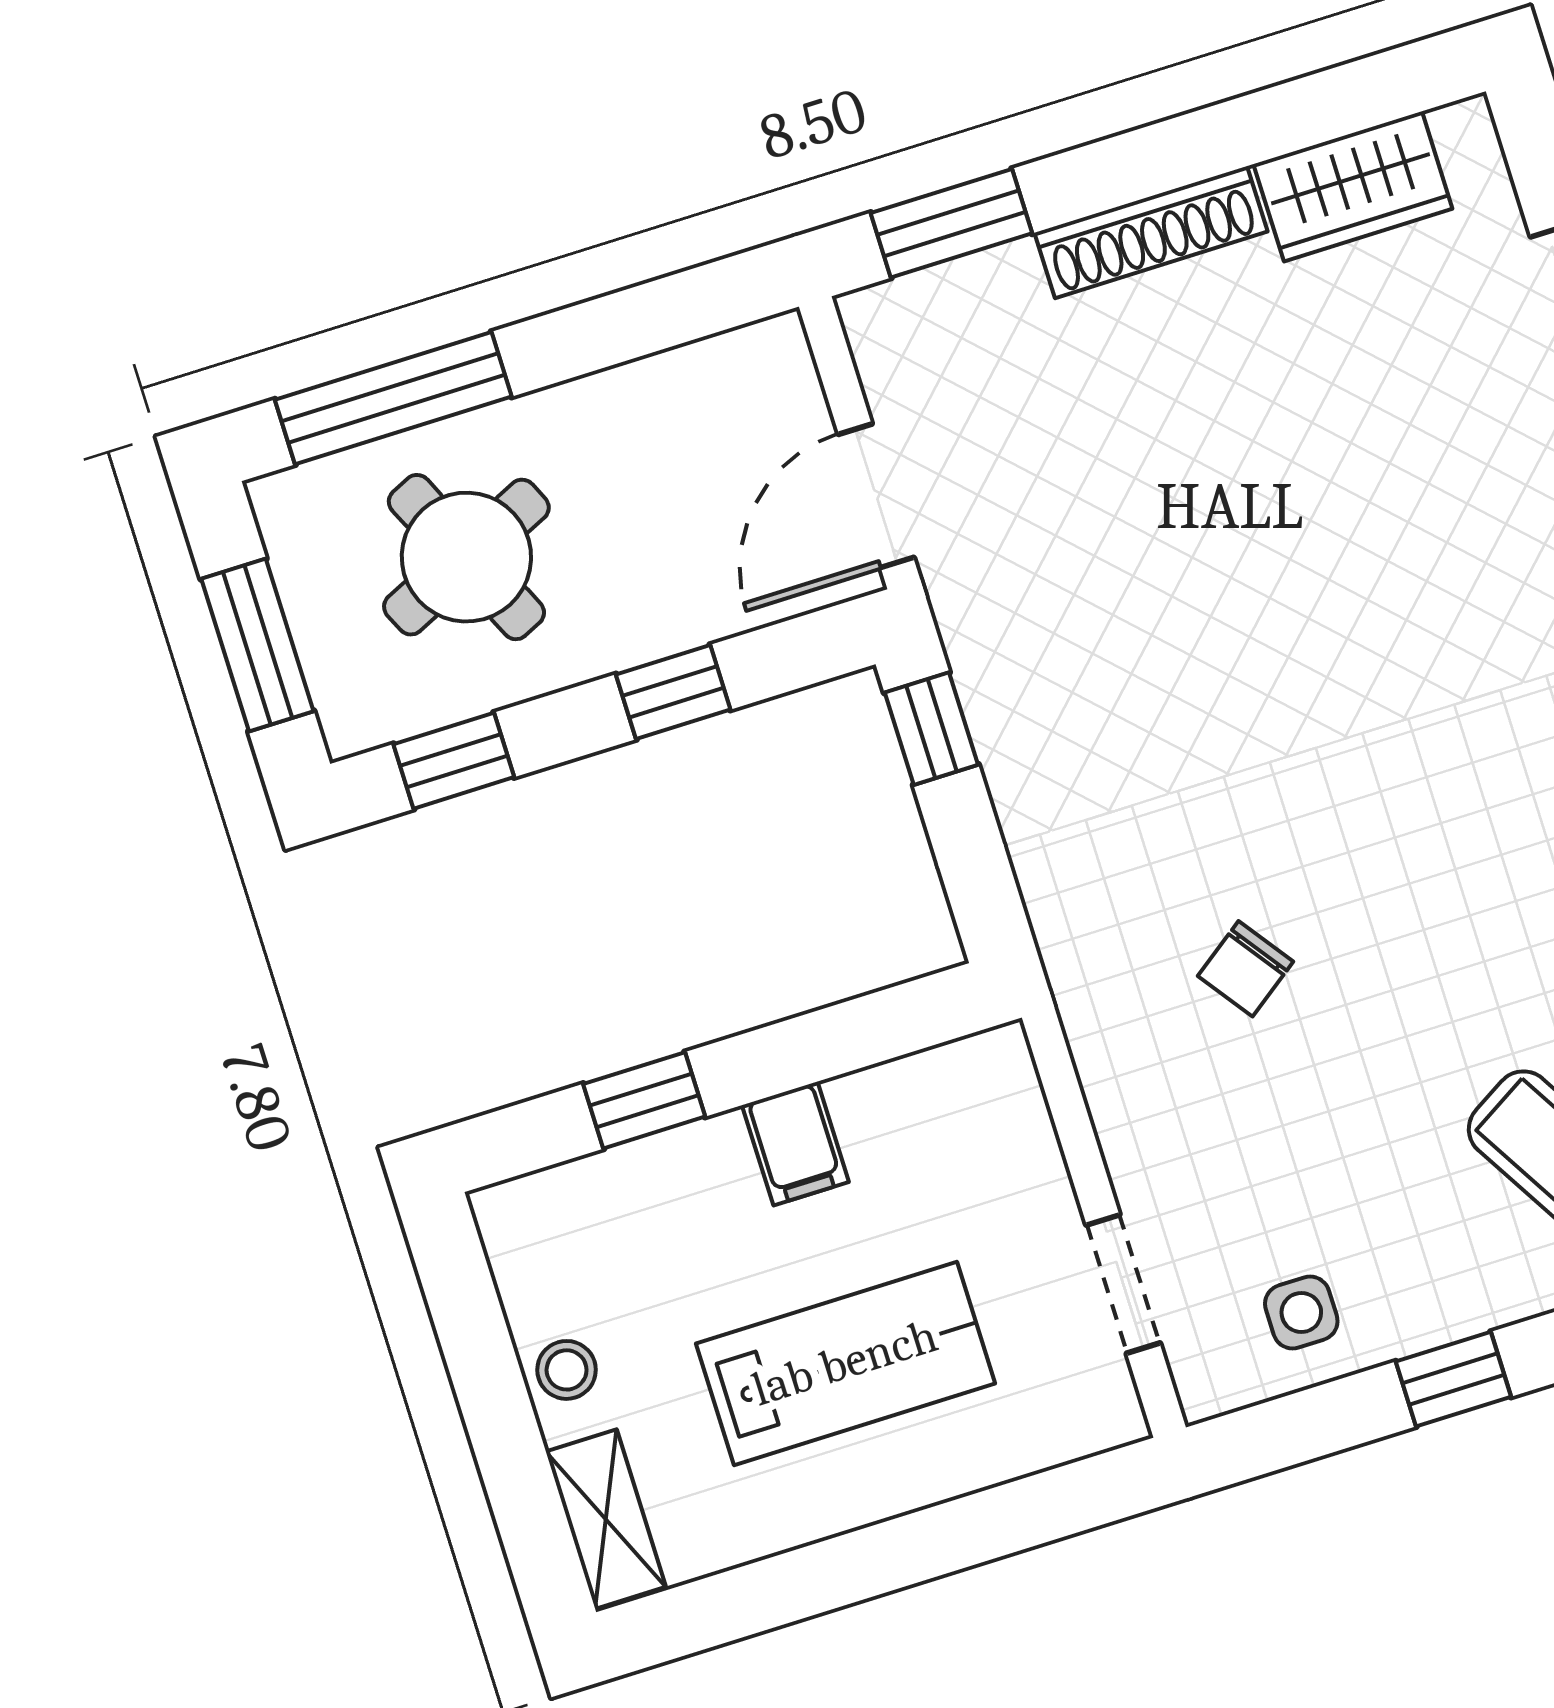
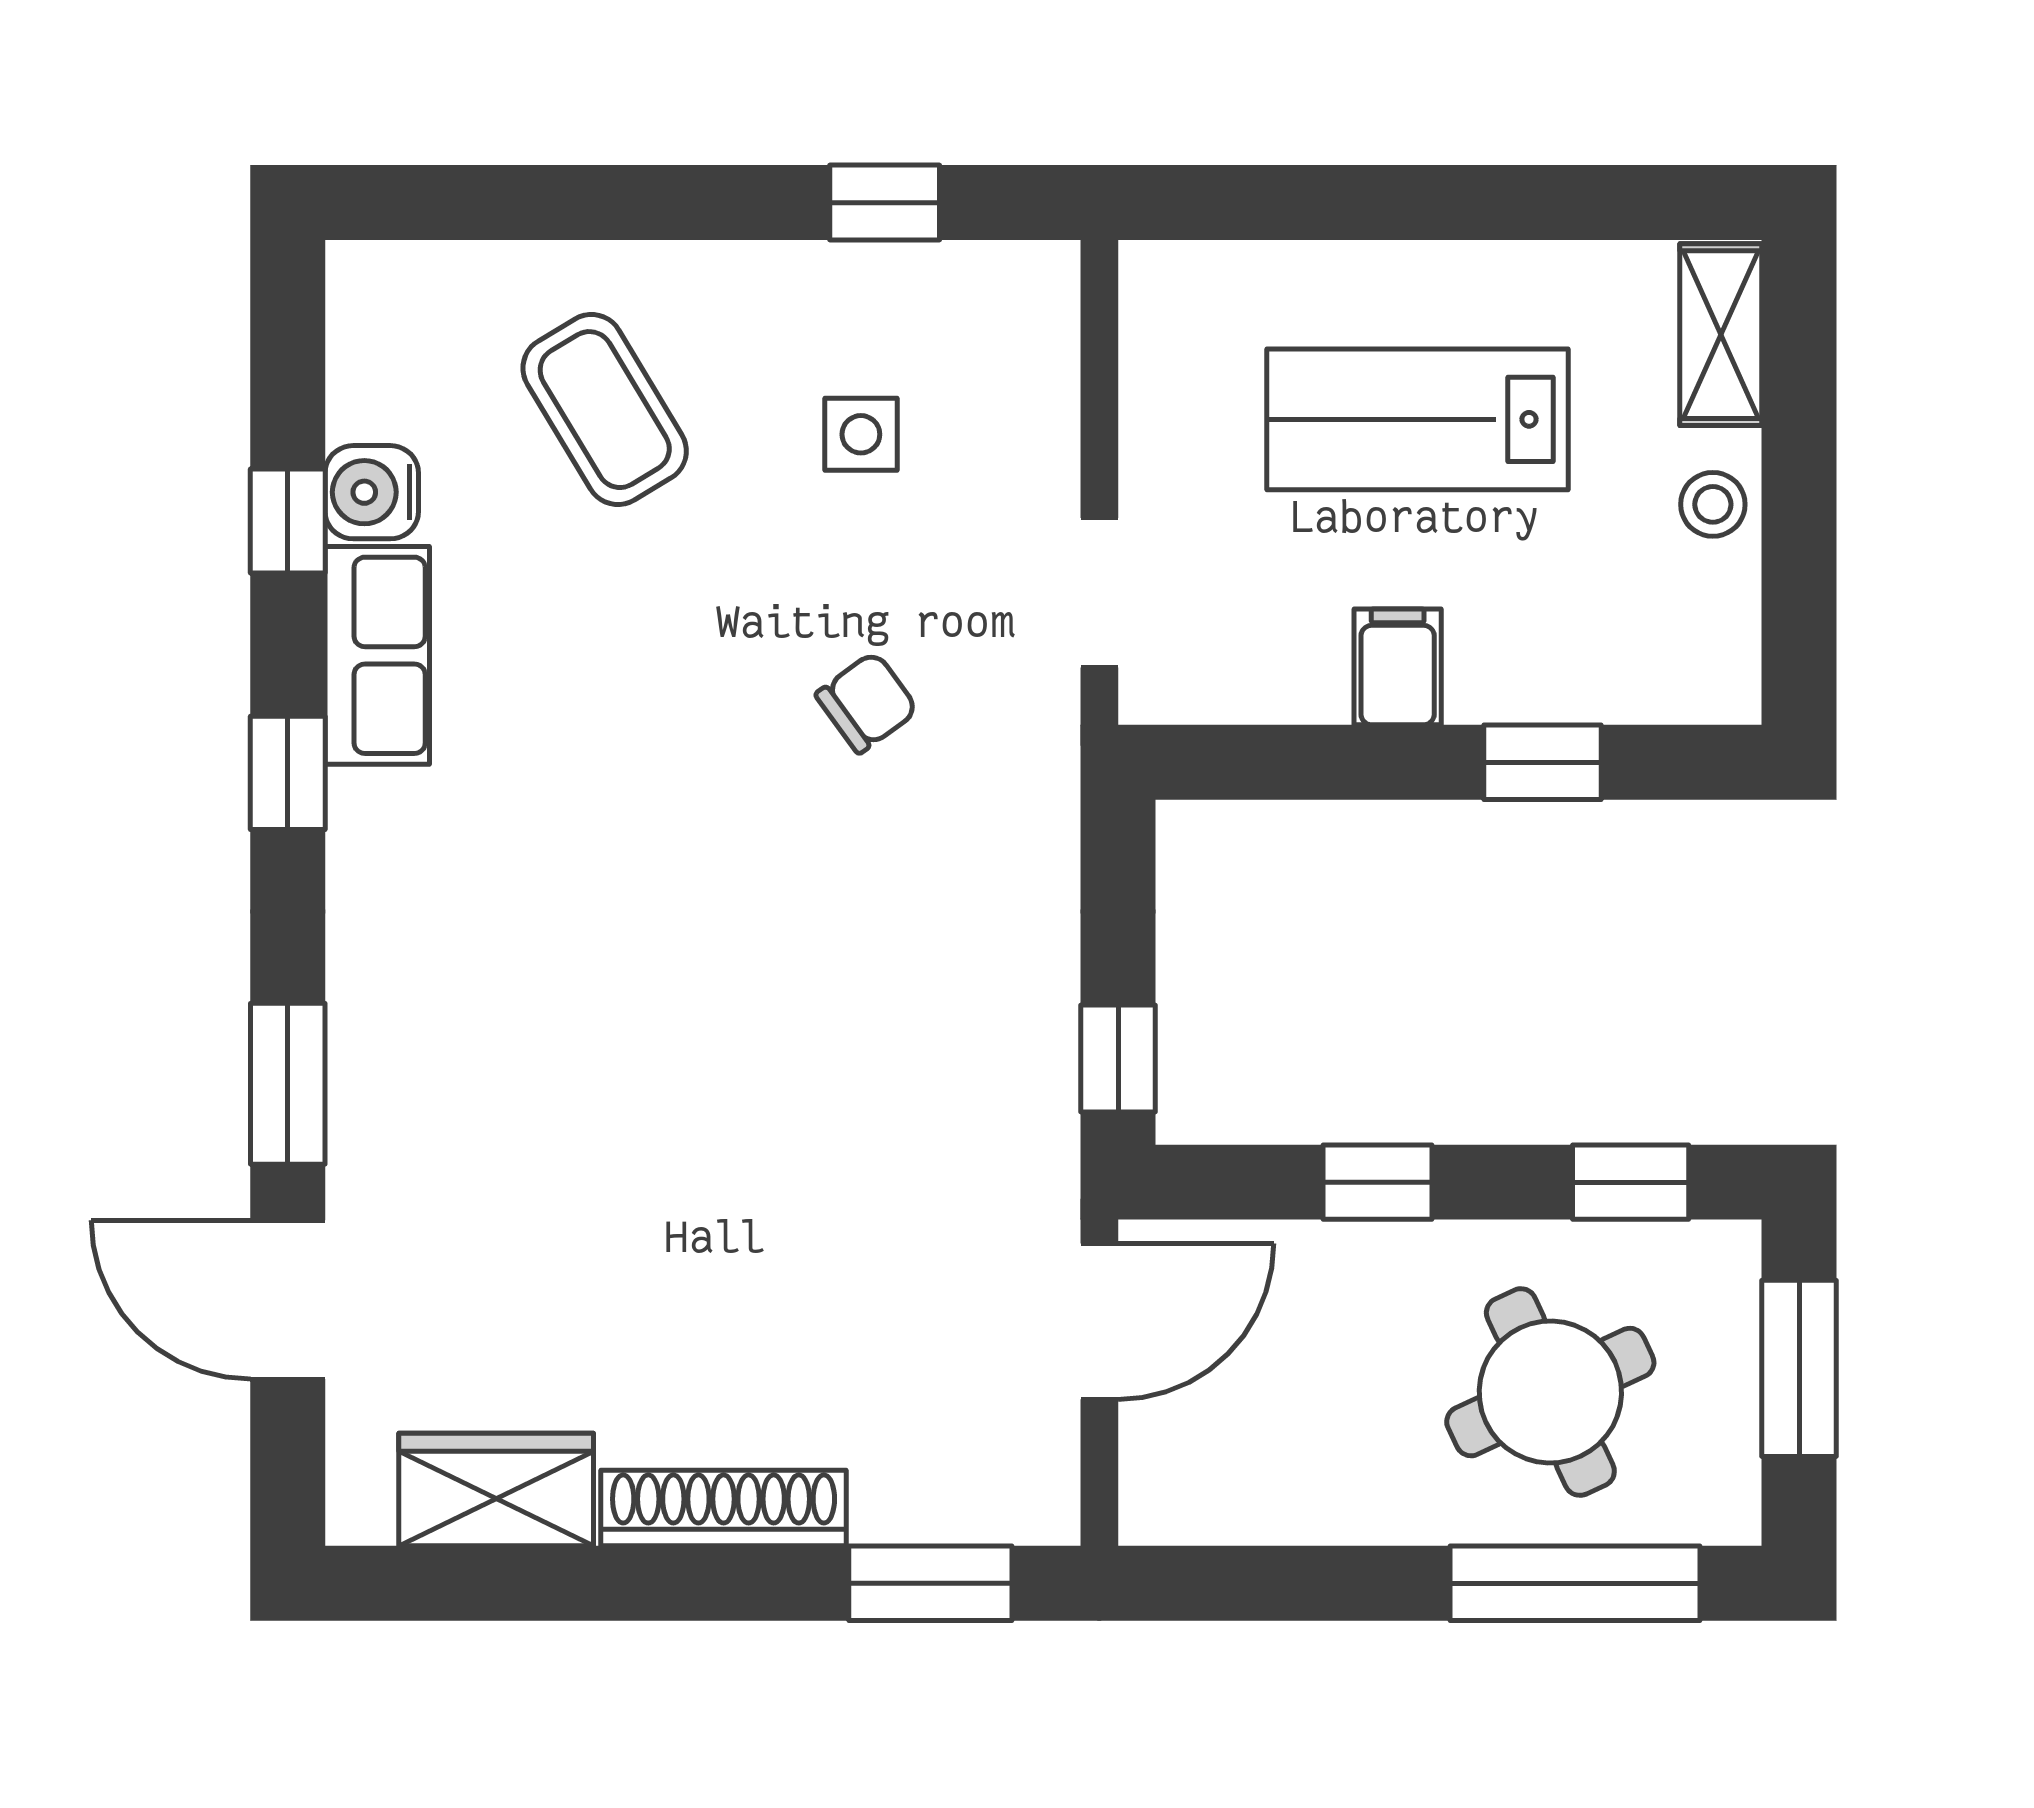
doorway: (1123, 1284) -> (1099, 593), moved
side table: (1301, 1313) -> (861, 434), moved
window: (1453, 1379) -> (885, 203), moved

